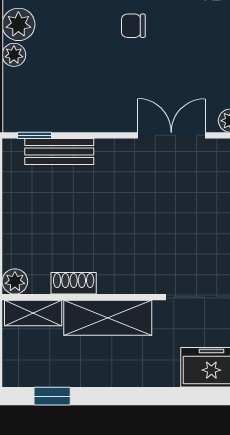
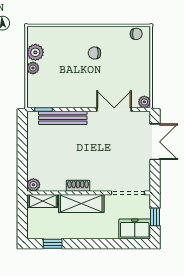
bench: (59, 151) -> (63, 118), width x1.36
shoe rack: (74, 283) -> (78, 186), moved

